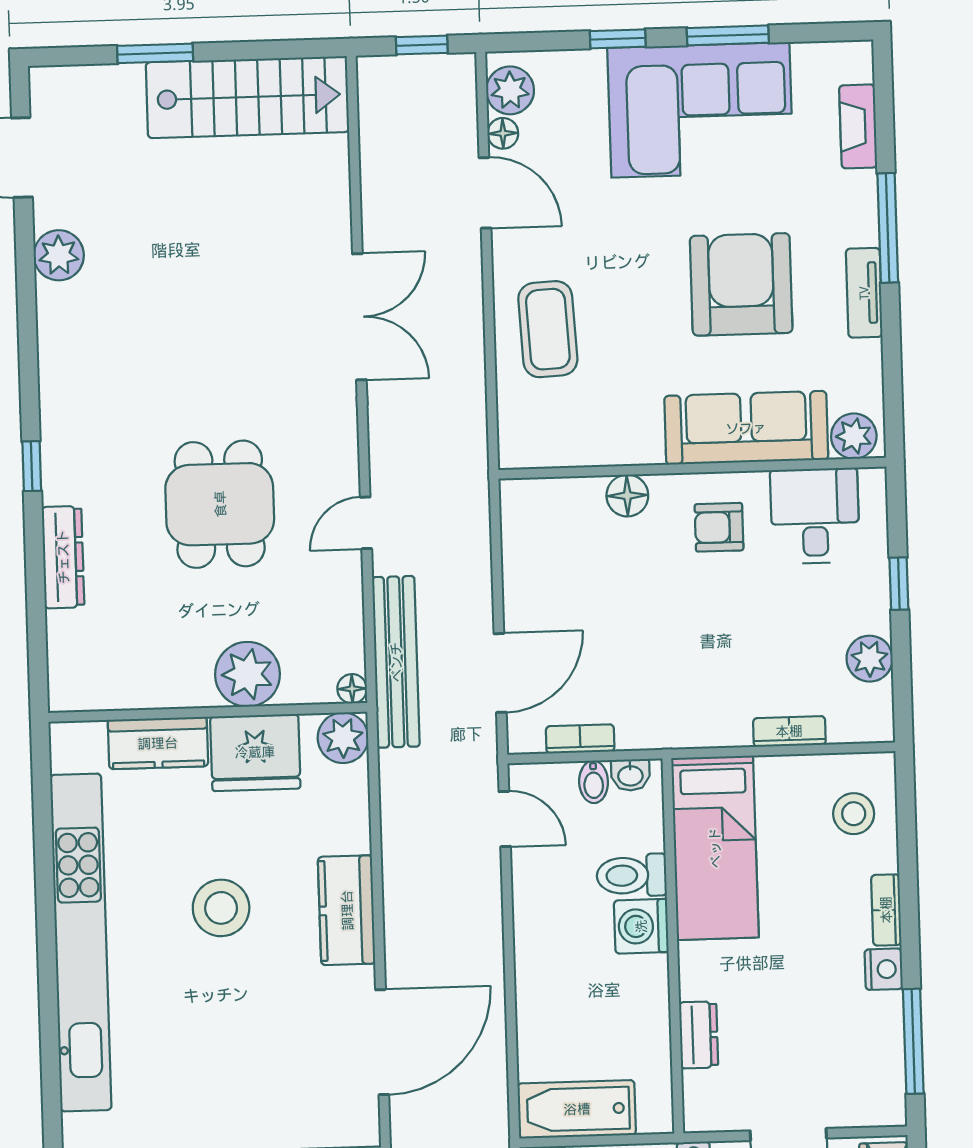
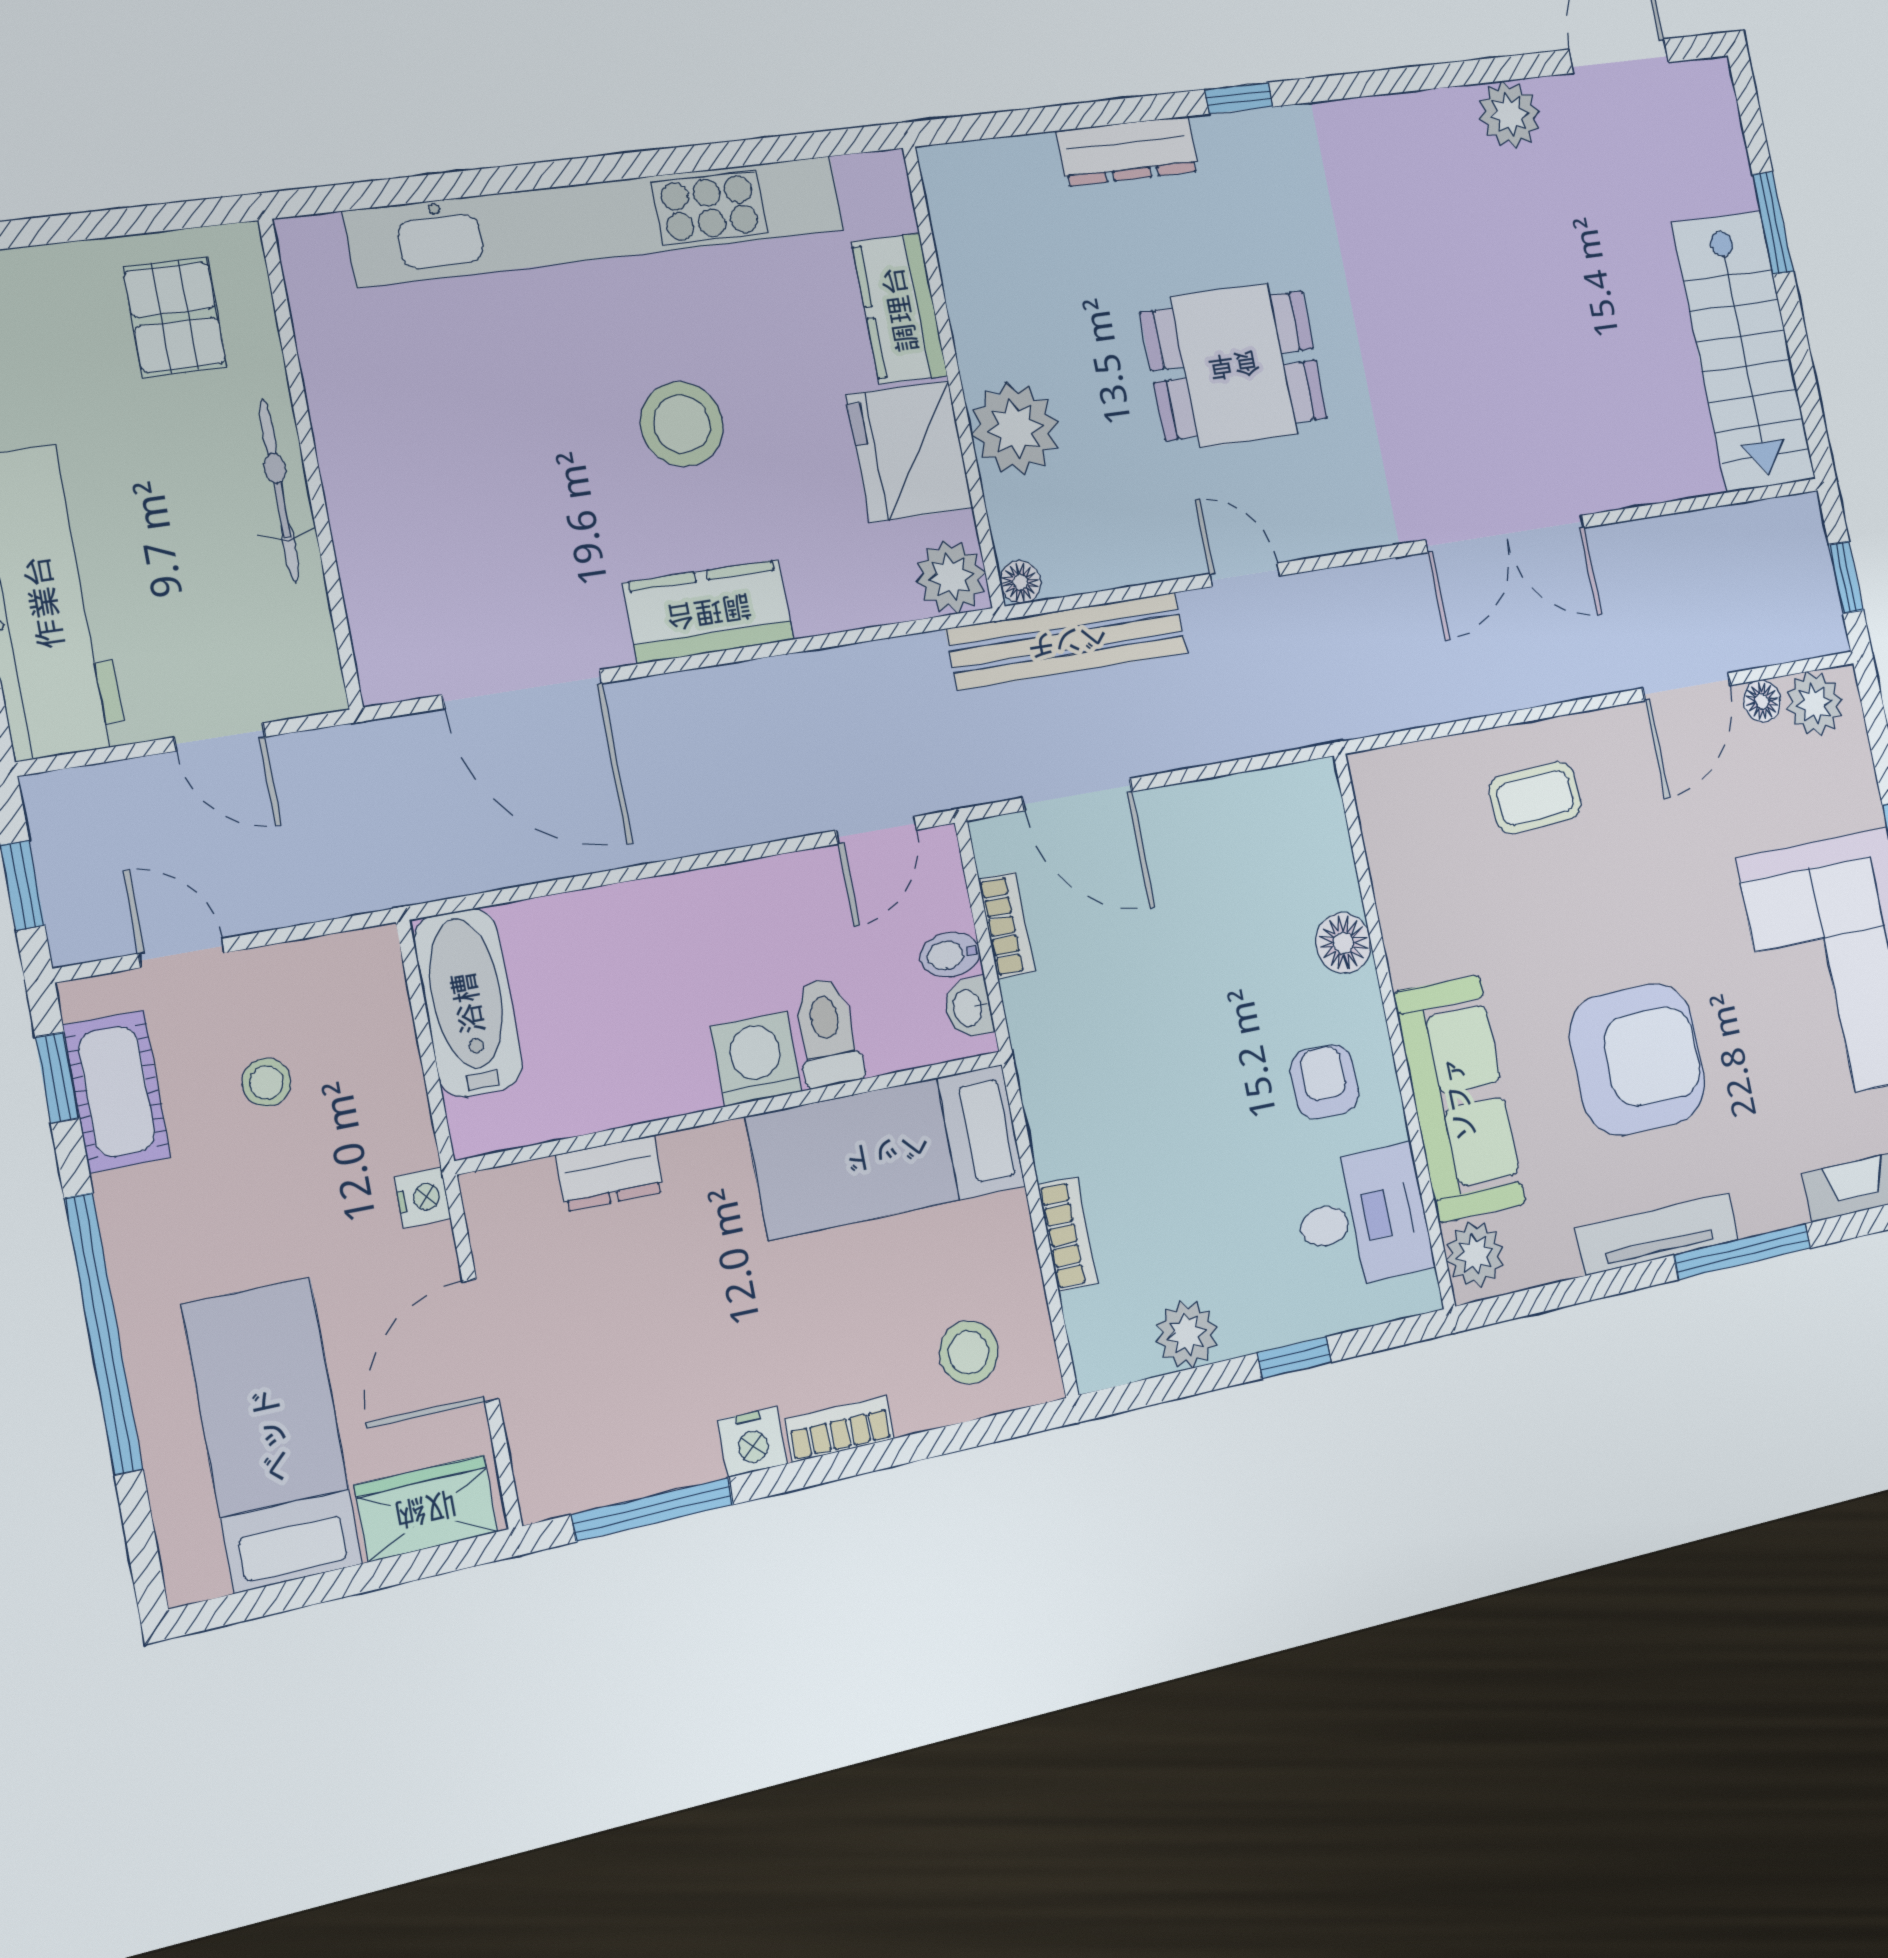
tv unit: (864, 293) -> (1657, 1234), width x1.41
coffee table: (548, 329) -> (1535, 798), width x0.73, depth x0.77

